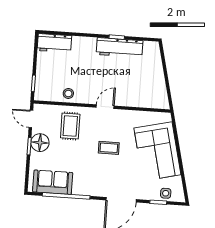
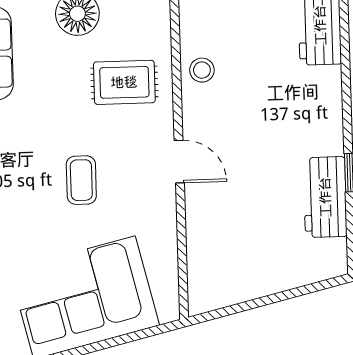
workbench: (120, 48) -> (325, 197), width x0.73

